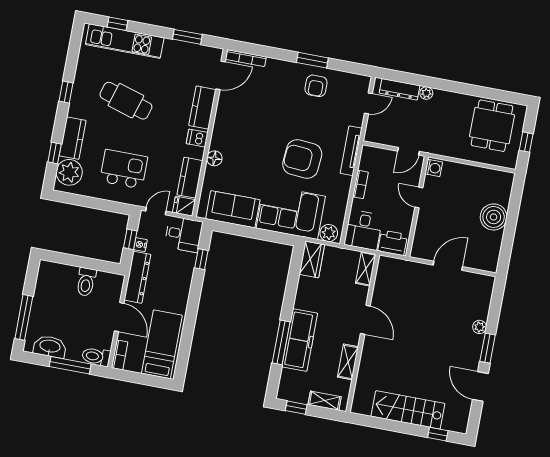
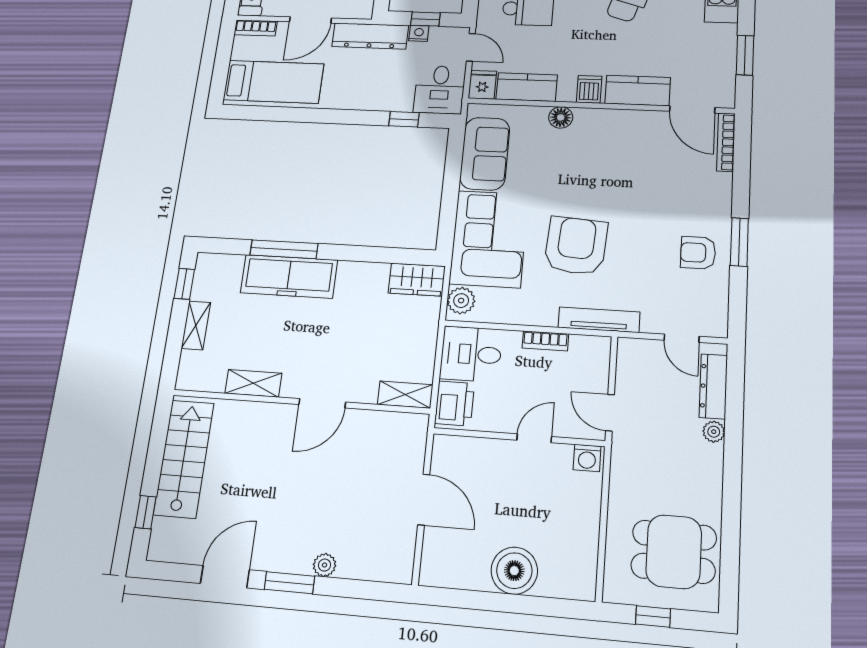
shelving: (366, 269) -> (405, 395), moved
door: (365, 320) -> (322, 403), moved
wall: (363, 333) -> (300, 402), moved
shelving: (348, 362) -> (253, 383), moved

